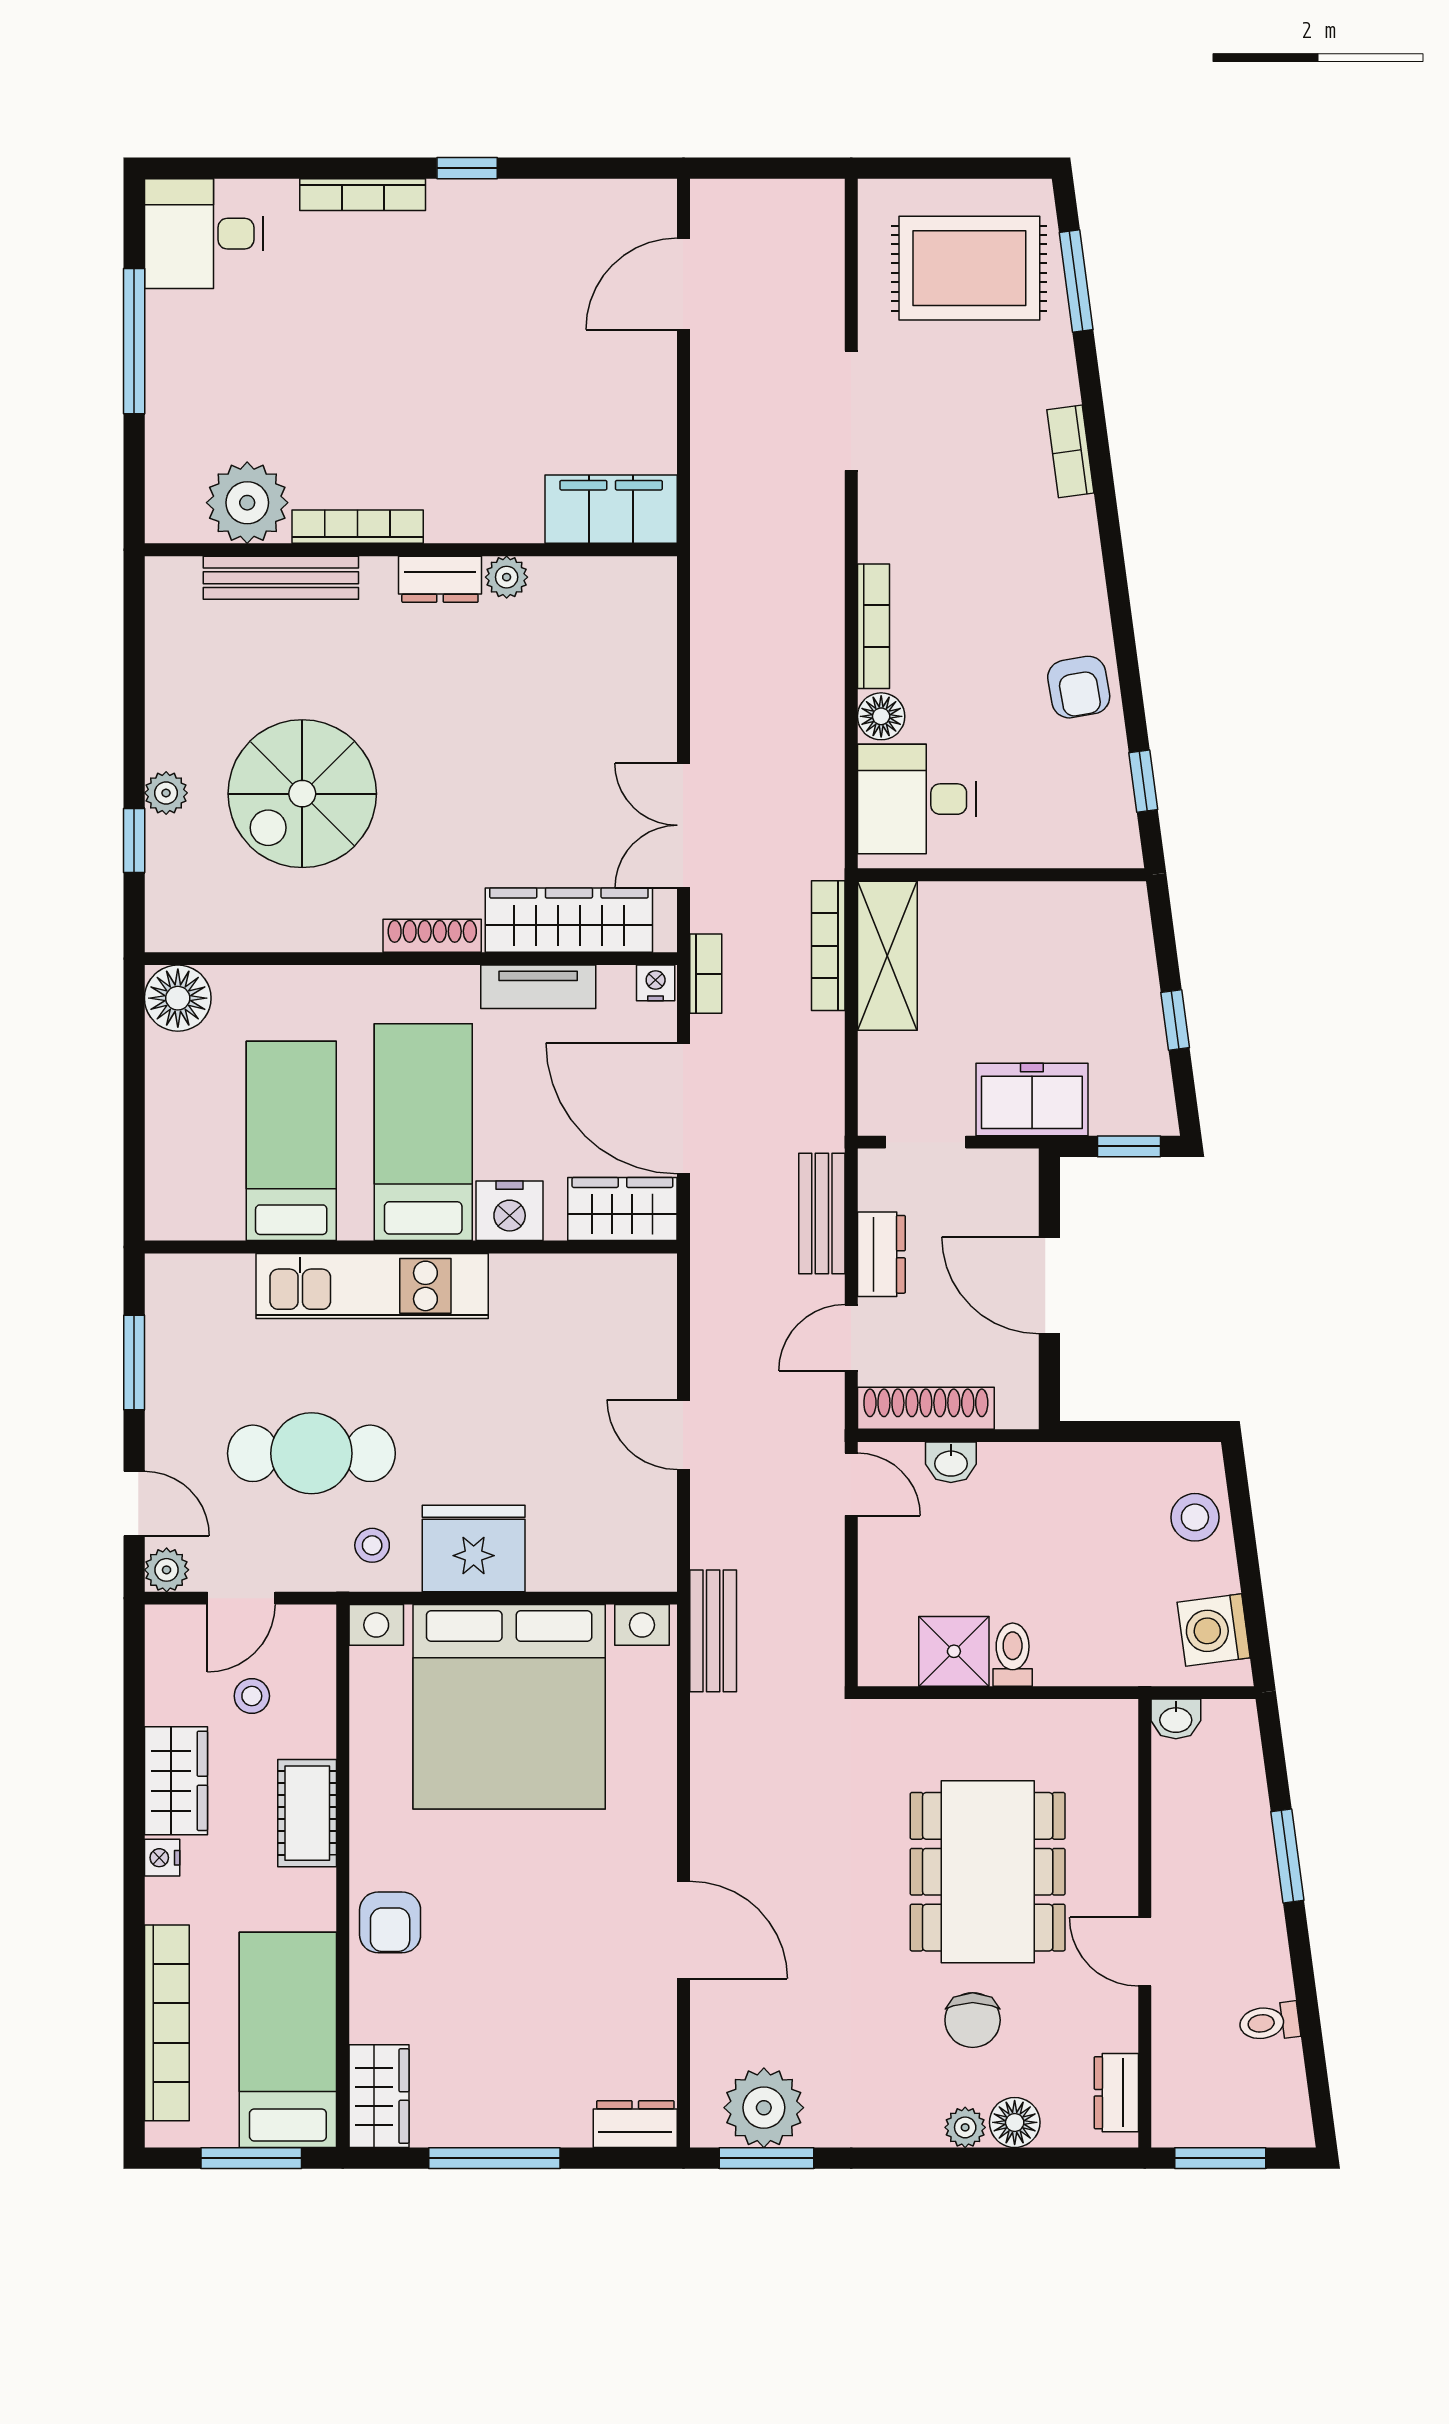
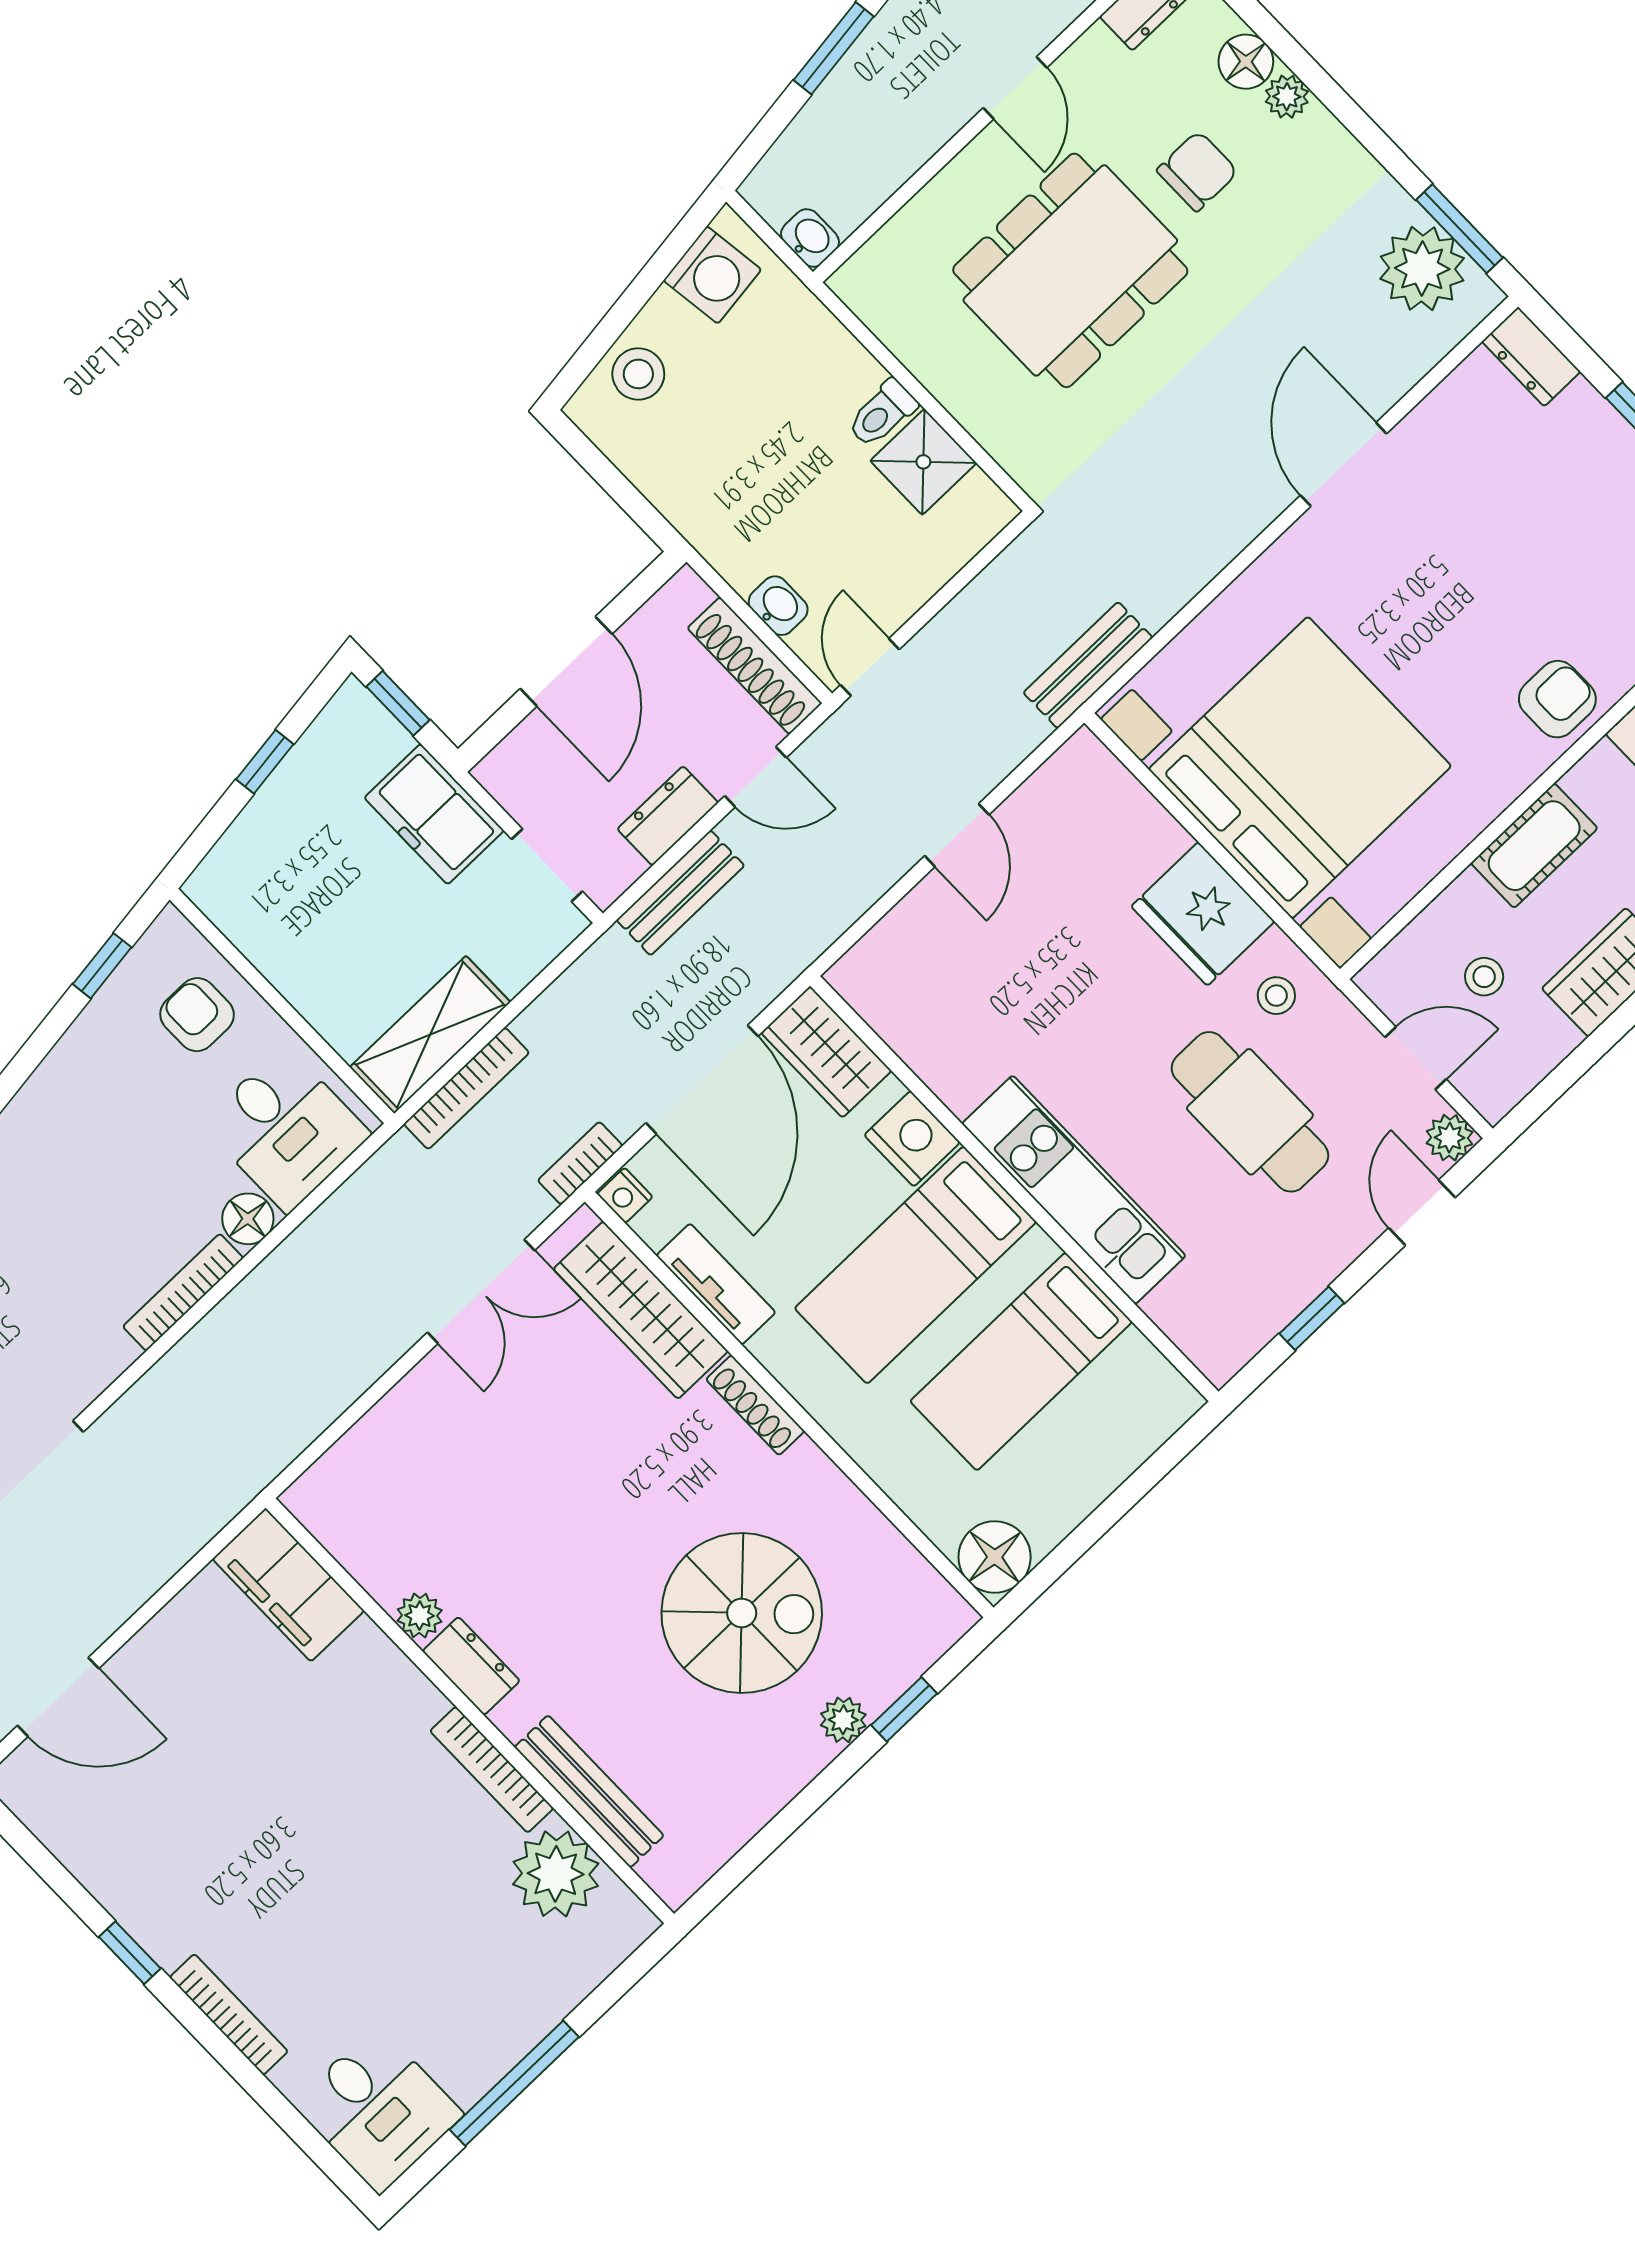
armchair: (1079, 687) -> (197, 1015), moved, turned -80
window: (134, 1363) -> (1312, 1318), width x0.67

